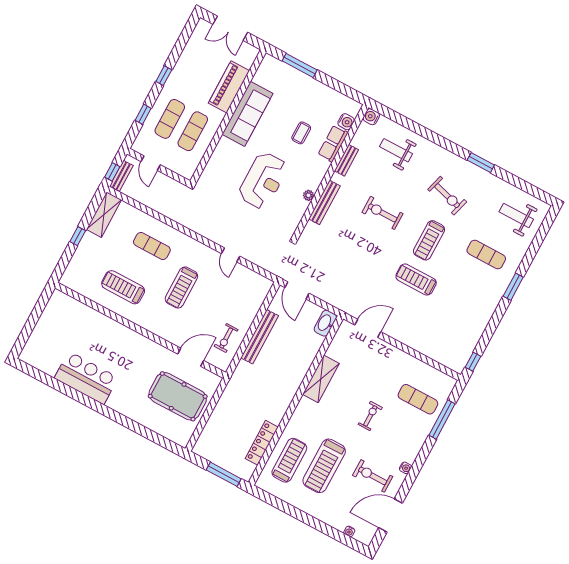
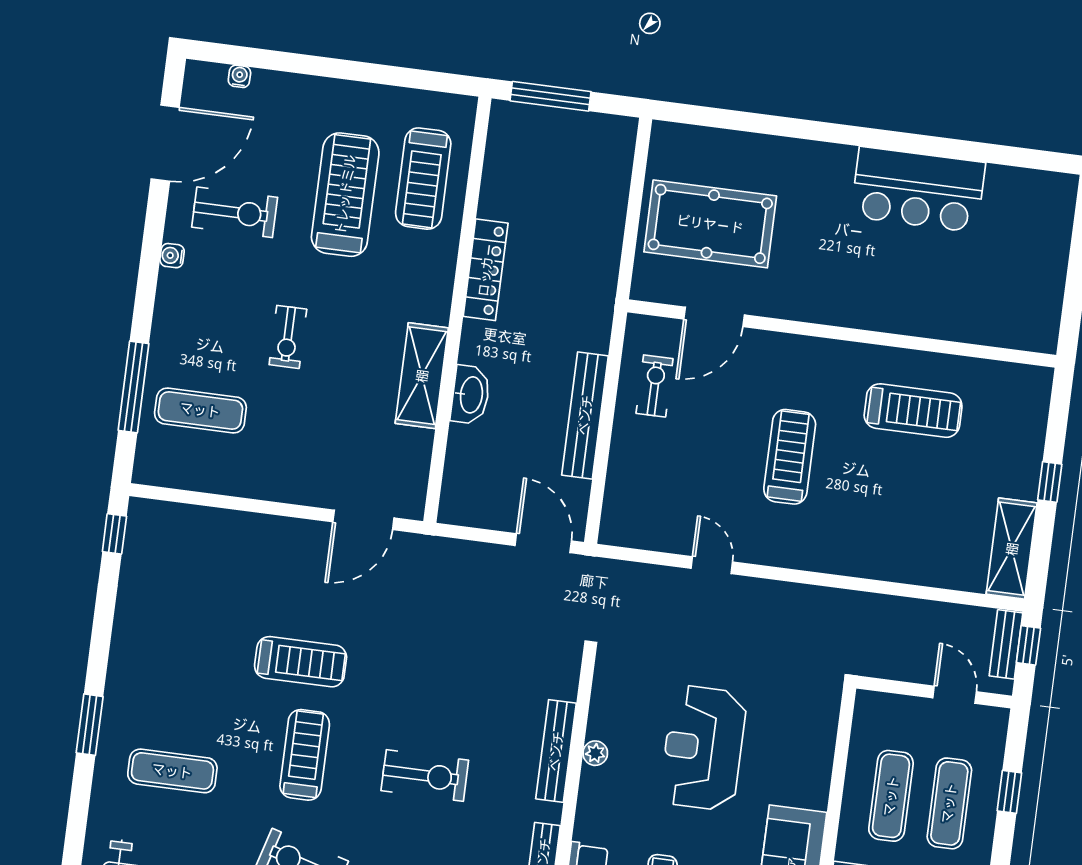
exercise mat: (152, 246) -> (885, 521), removed
washbasin: (325, 323) -> (470, 395), moved
locker: (262, 443) -> (486, 270), moved

